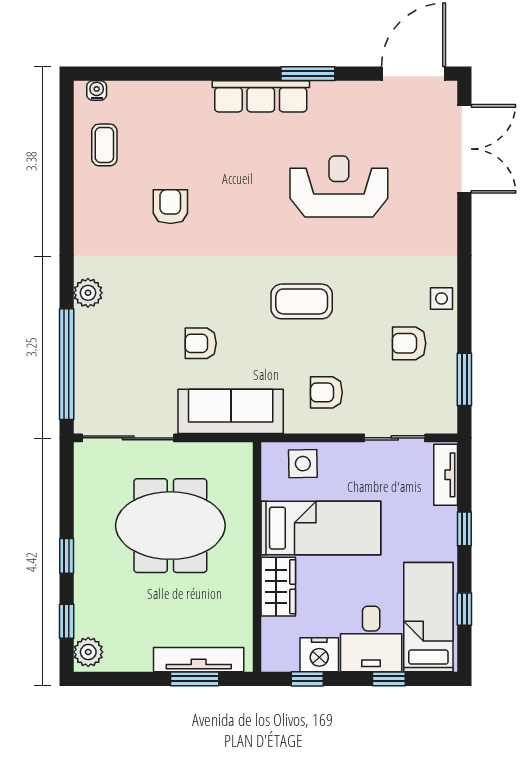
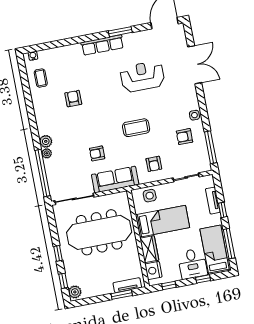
double door: (464, 149) -> (195, 65), moved
plant: (85, 321) -> (47, 153), added
window: (464, 379) -> (211, 147), width x1.44
armchair: (326, 392) -> (154, 164), turned -90
tv unit: (446, 475) -> (213, 201), moved
meeting table: (170, 526) -> (99, 232), width x1.36
window: (464, 609) -> (229, 244), width x2.17
nightstand: (319, 655) -> (153, 271), moved, turned 90
tv unit: (199, 660) -> (127, 285), width x0.71

